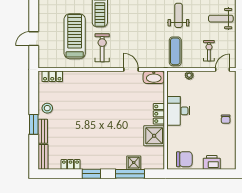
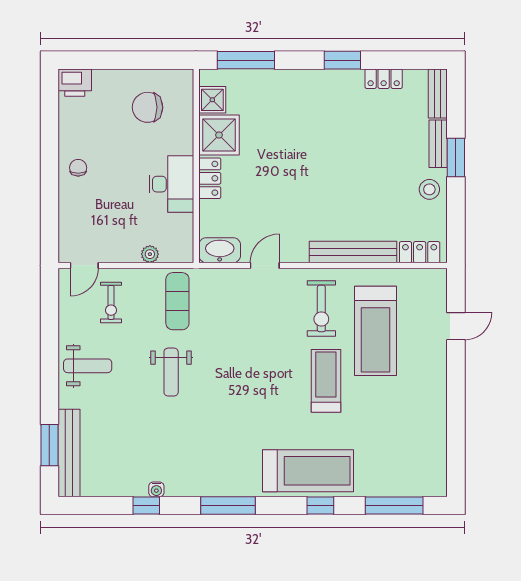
door: (131, 69) -> (265, 265), swing flipped
bench: (86, 76) -> (353, 252), added
chair: (184, 159) -> (148, 107), moved
printer: (212, 162) -> (75, 83), moved
shower: (134, 163) -> (212, 100), moved
window: (130, 174) -> (246, 60), moved

